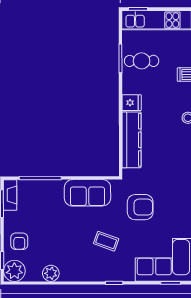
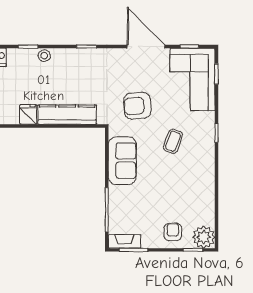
armchair: (140, 207) -> (137, 106), turned -94
armchair: (19, 241) -> (173, 232), turned -90
plant: (51, 273) -> (206, 199), removed

